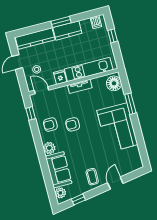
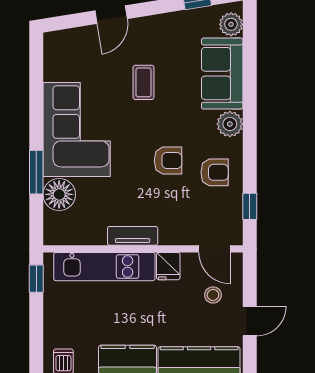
window: (113, 36) -> (36, 279), moved
floor lamp: (114, 83) -> (59, 194), moved
coffee table: (92, 177) -> (143, 82), moved

